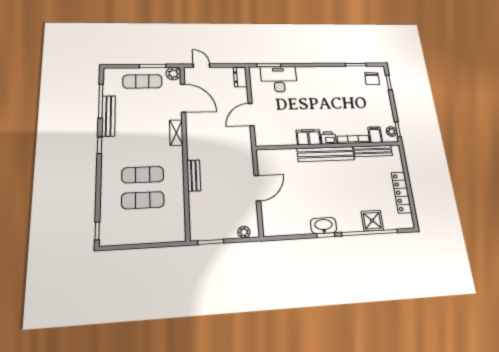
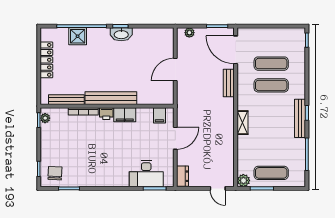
door: (183, 98) -> (236, 50), moved
bench: (108, 116) -> (300, 118), moved
filing cabinet: (375, 135) -> (159, 115), moved

